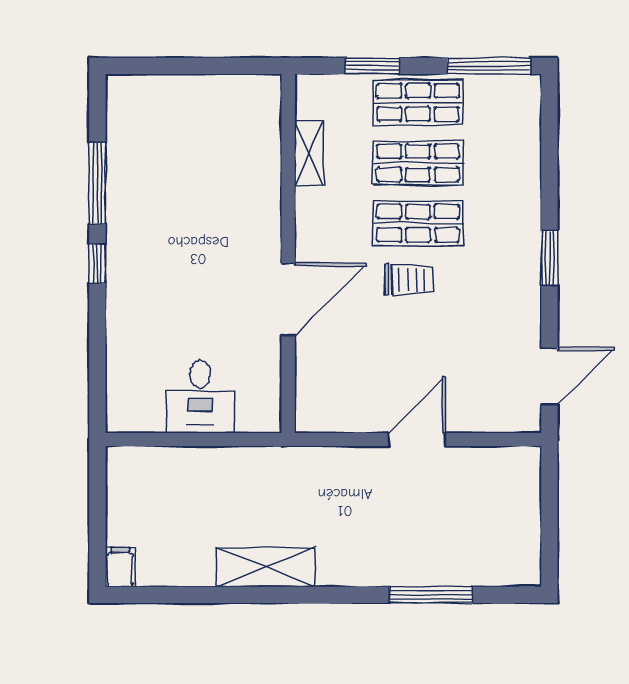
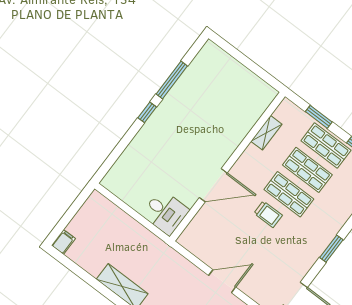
desk: (200, 397) -> (165, 212), moved, turned -90

